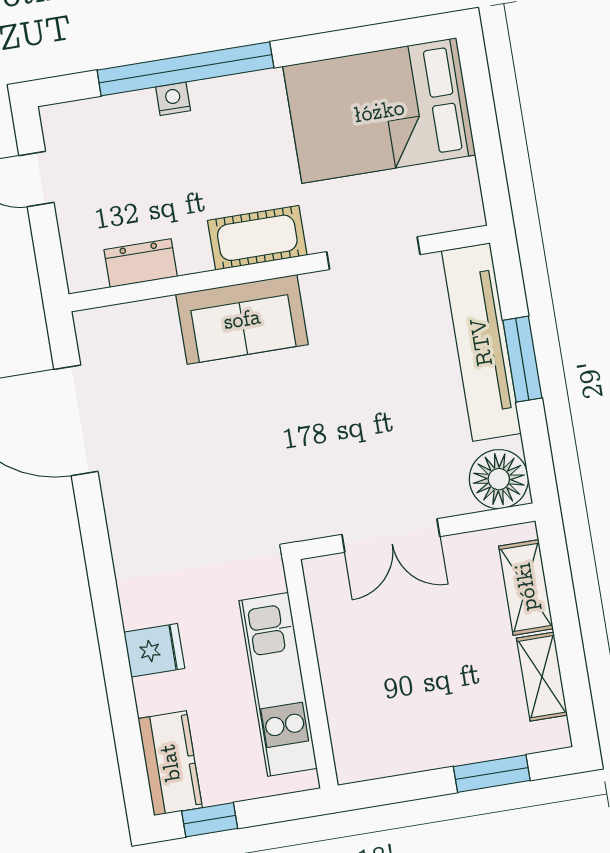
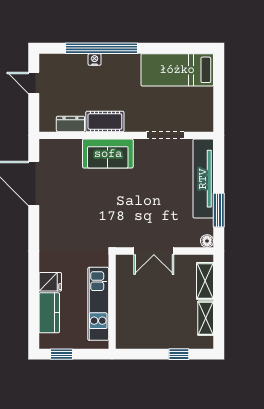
bed: (379, 111) -> (177, 70), width x0.67
cot: (257, 238) -> (105, 121), moved
window: (522, 359) -> (219, 210), moved
floor lamp: (499, 479) -> (207, 241), width x0.53, depth x0.53
kitchen counter: (170, 763) -> (49, 313), moved
window: (492, 774) -> (179, 354), width x0.67

